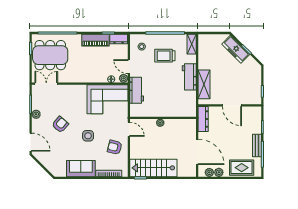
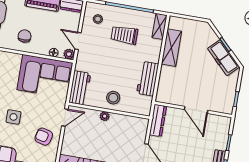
freezer: (236, 49) -> (224, 58), moved
chair: (86, 70) -> (25, 36), added
workbench: (189, 77) -> (148, 79), moved
shelving: (204, 84) -> (171, 48), moved
workbench: (137, 90) -> (80, 88), moved
stool: (165, 107) -> (113, 98), added
door: (129, 129) -> (65, 118), hinge flipped

